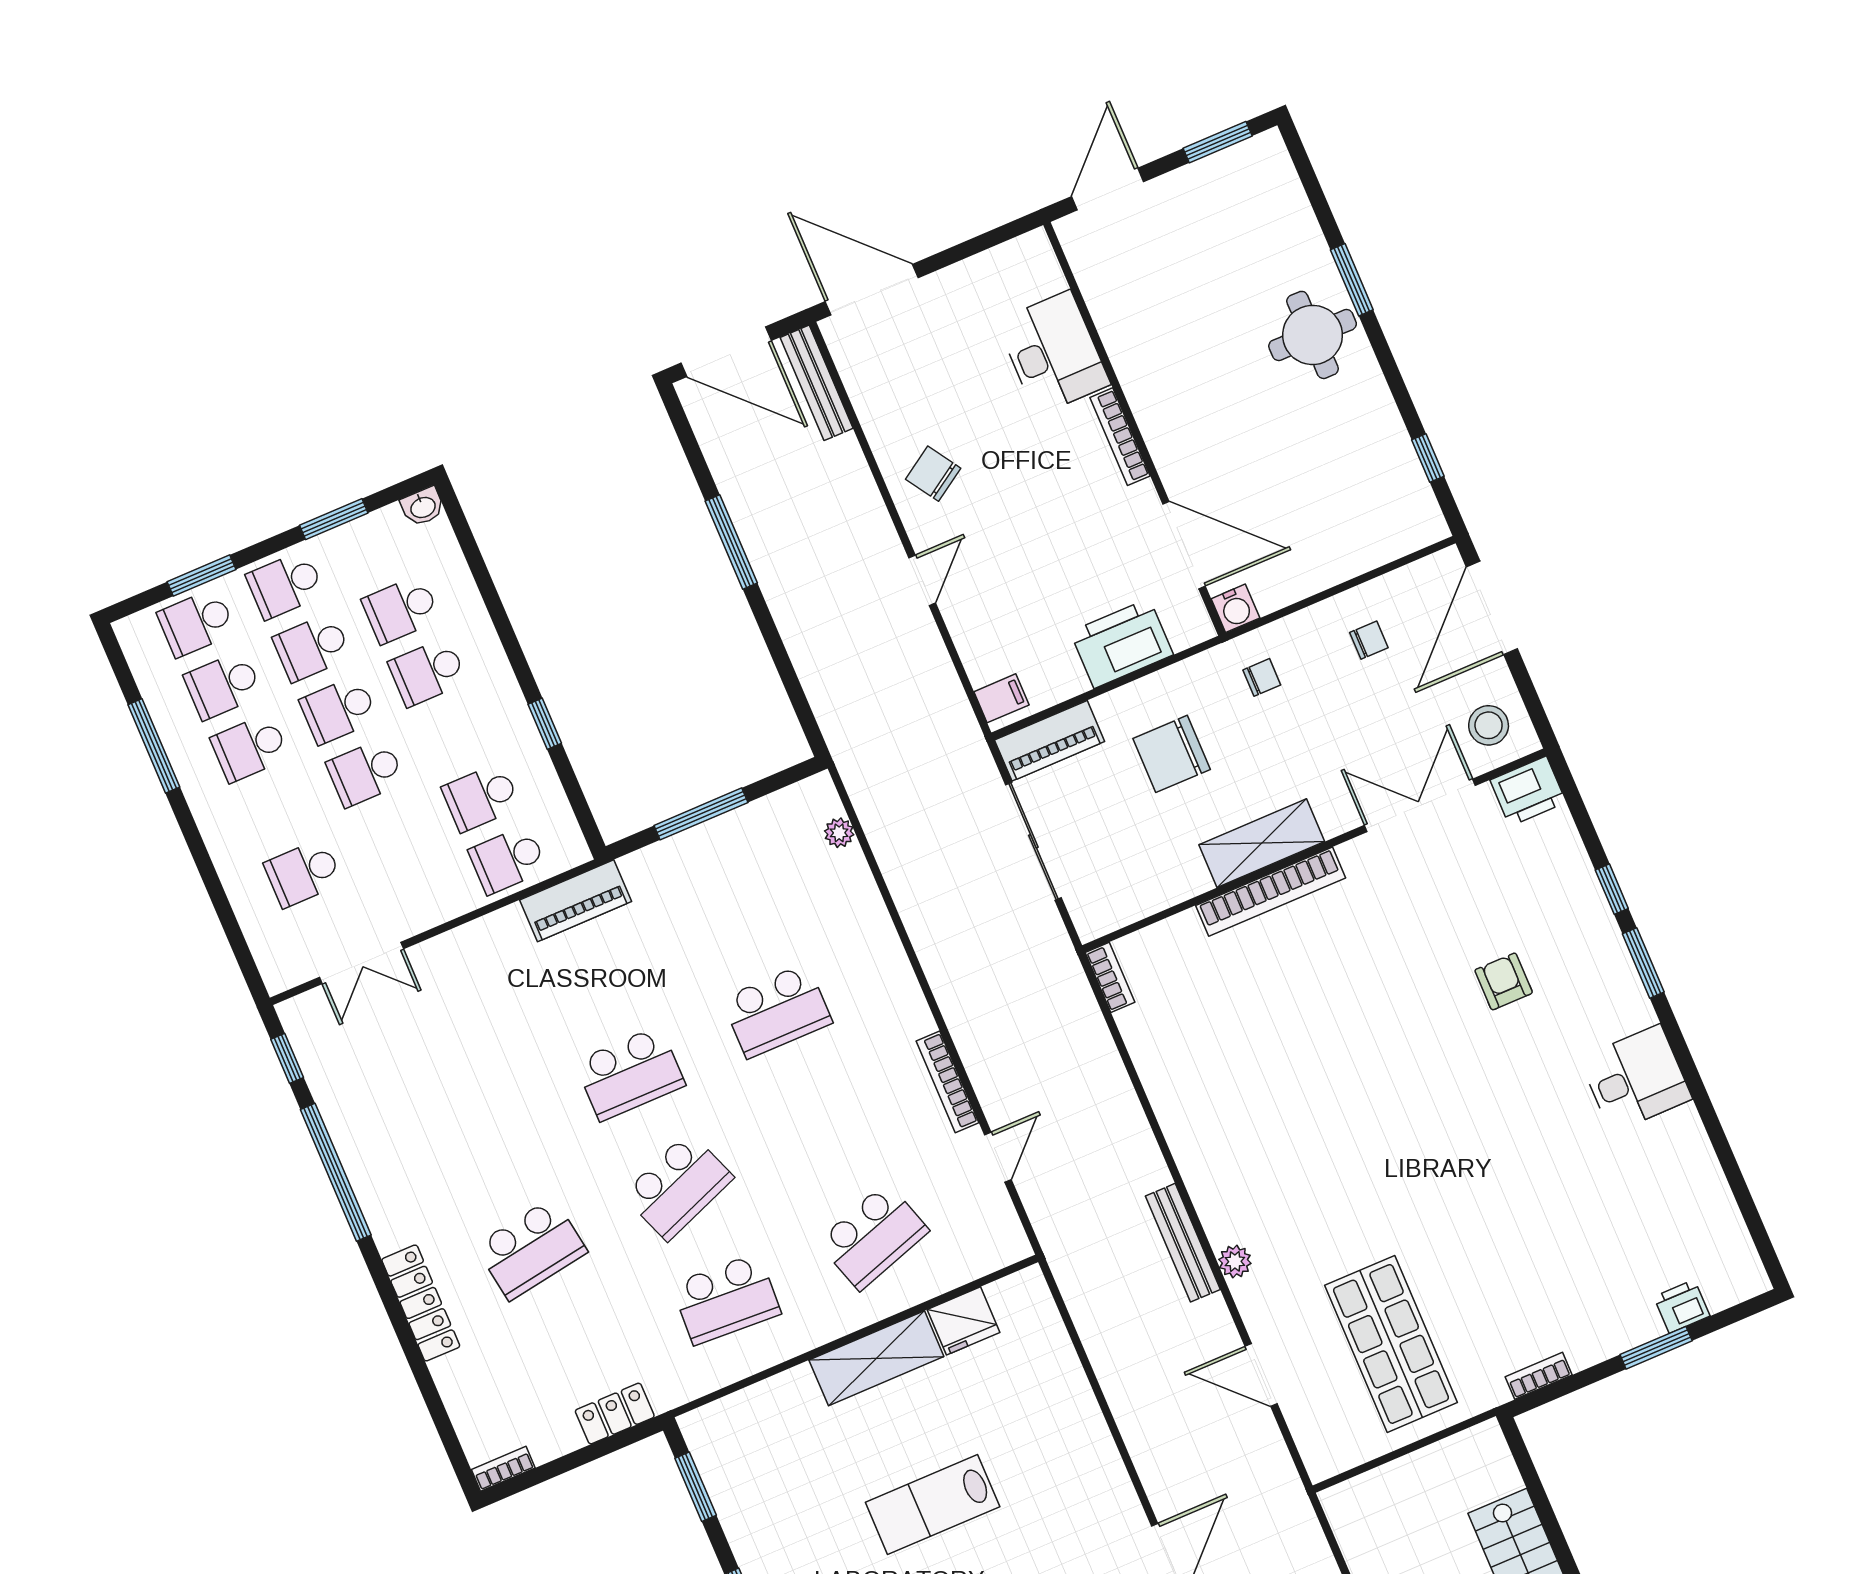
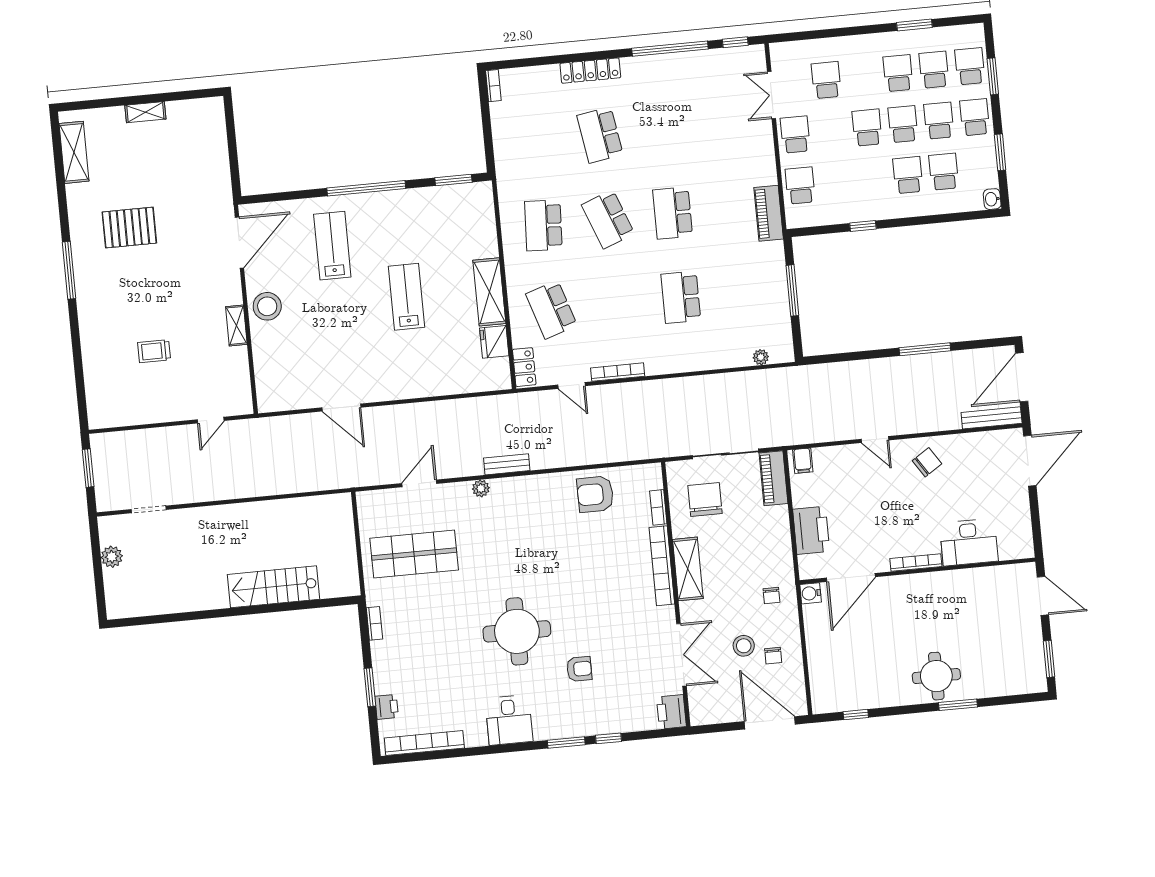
stool: (1489, 725) -> (744, 646), moved
window: (154, 746) -> (914, 25), width x0.69
chair: (1172, 754) -> (705, 499), moved
school desk: (481, 797) -> (795, 134), moved
bookcase: (1110, 977) -> (658, 507), moved, turned 90
armchair: (1180, 1052) -> (595, 494), added
round table: (1472, 1115) -> (517, 631), added
bookcase: (1725, 1218) -> (424, 743), added
bench: (1183, 1243) -> (507, 464), width x0.73
locker: (615, 1414) -> (524, 367), moved

